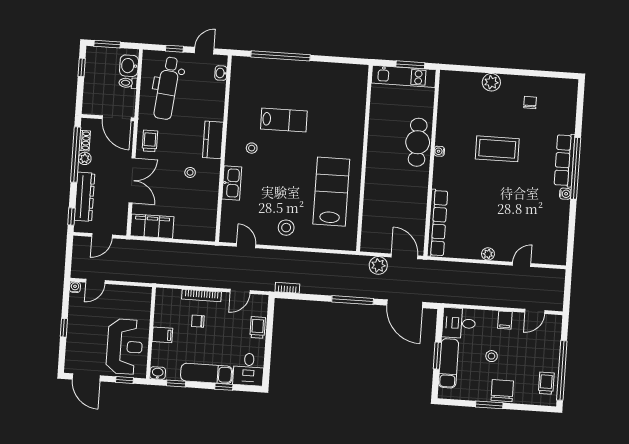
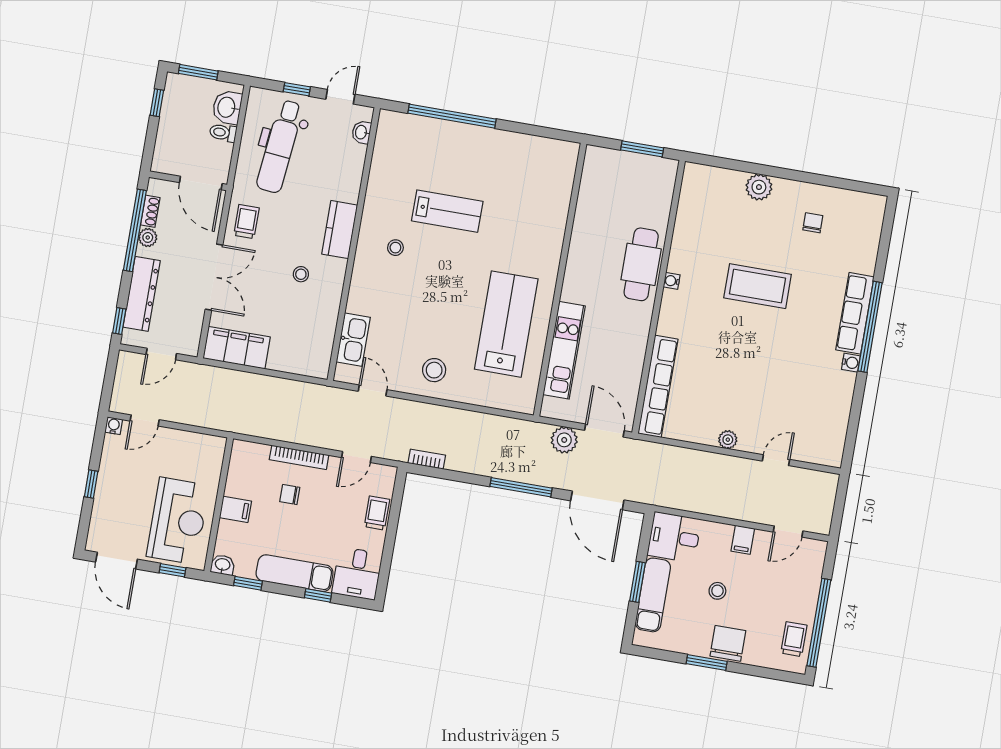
kitchen unit: (404, 76) -> (564, 350), moved, turned -90
kitchen sink: (232, 183) -> (353, 340), moved

